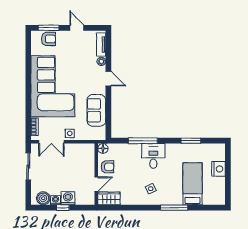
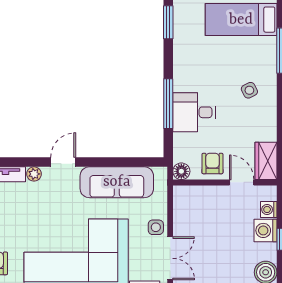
sofa: (96, 110) -> (117, 182), width x1.36
desk: (153, 156) -> (194, 112), moved
washing machine: (55, 200) -> (269, 209), moved

